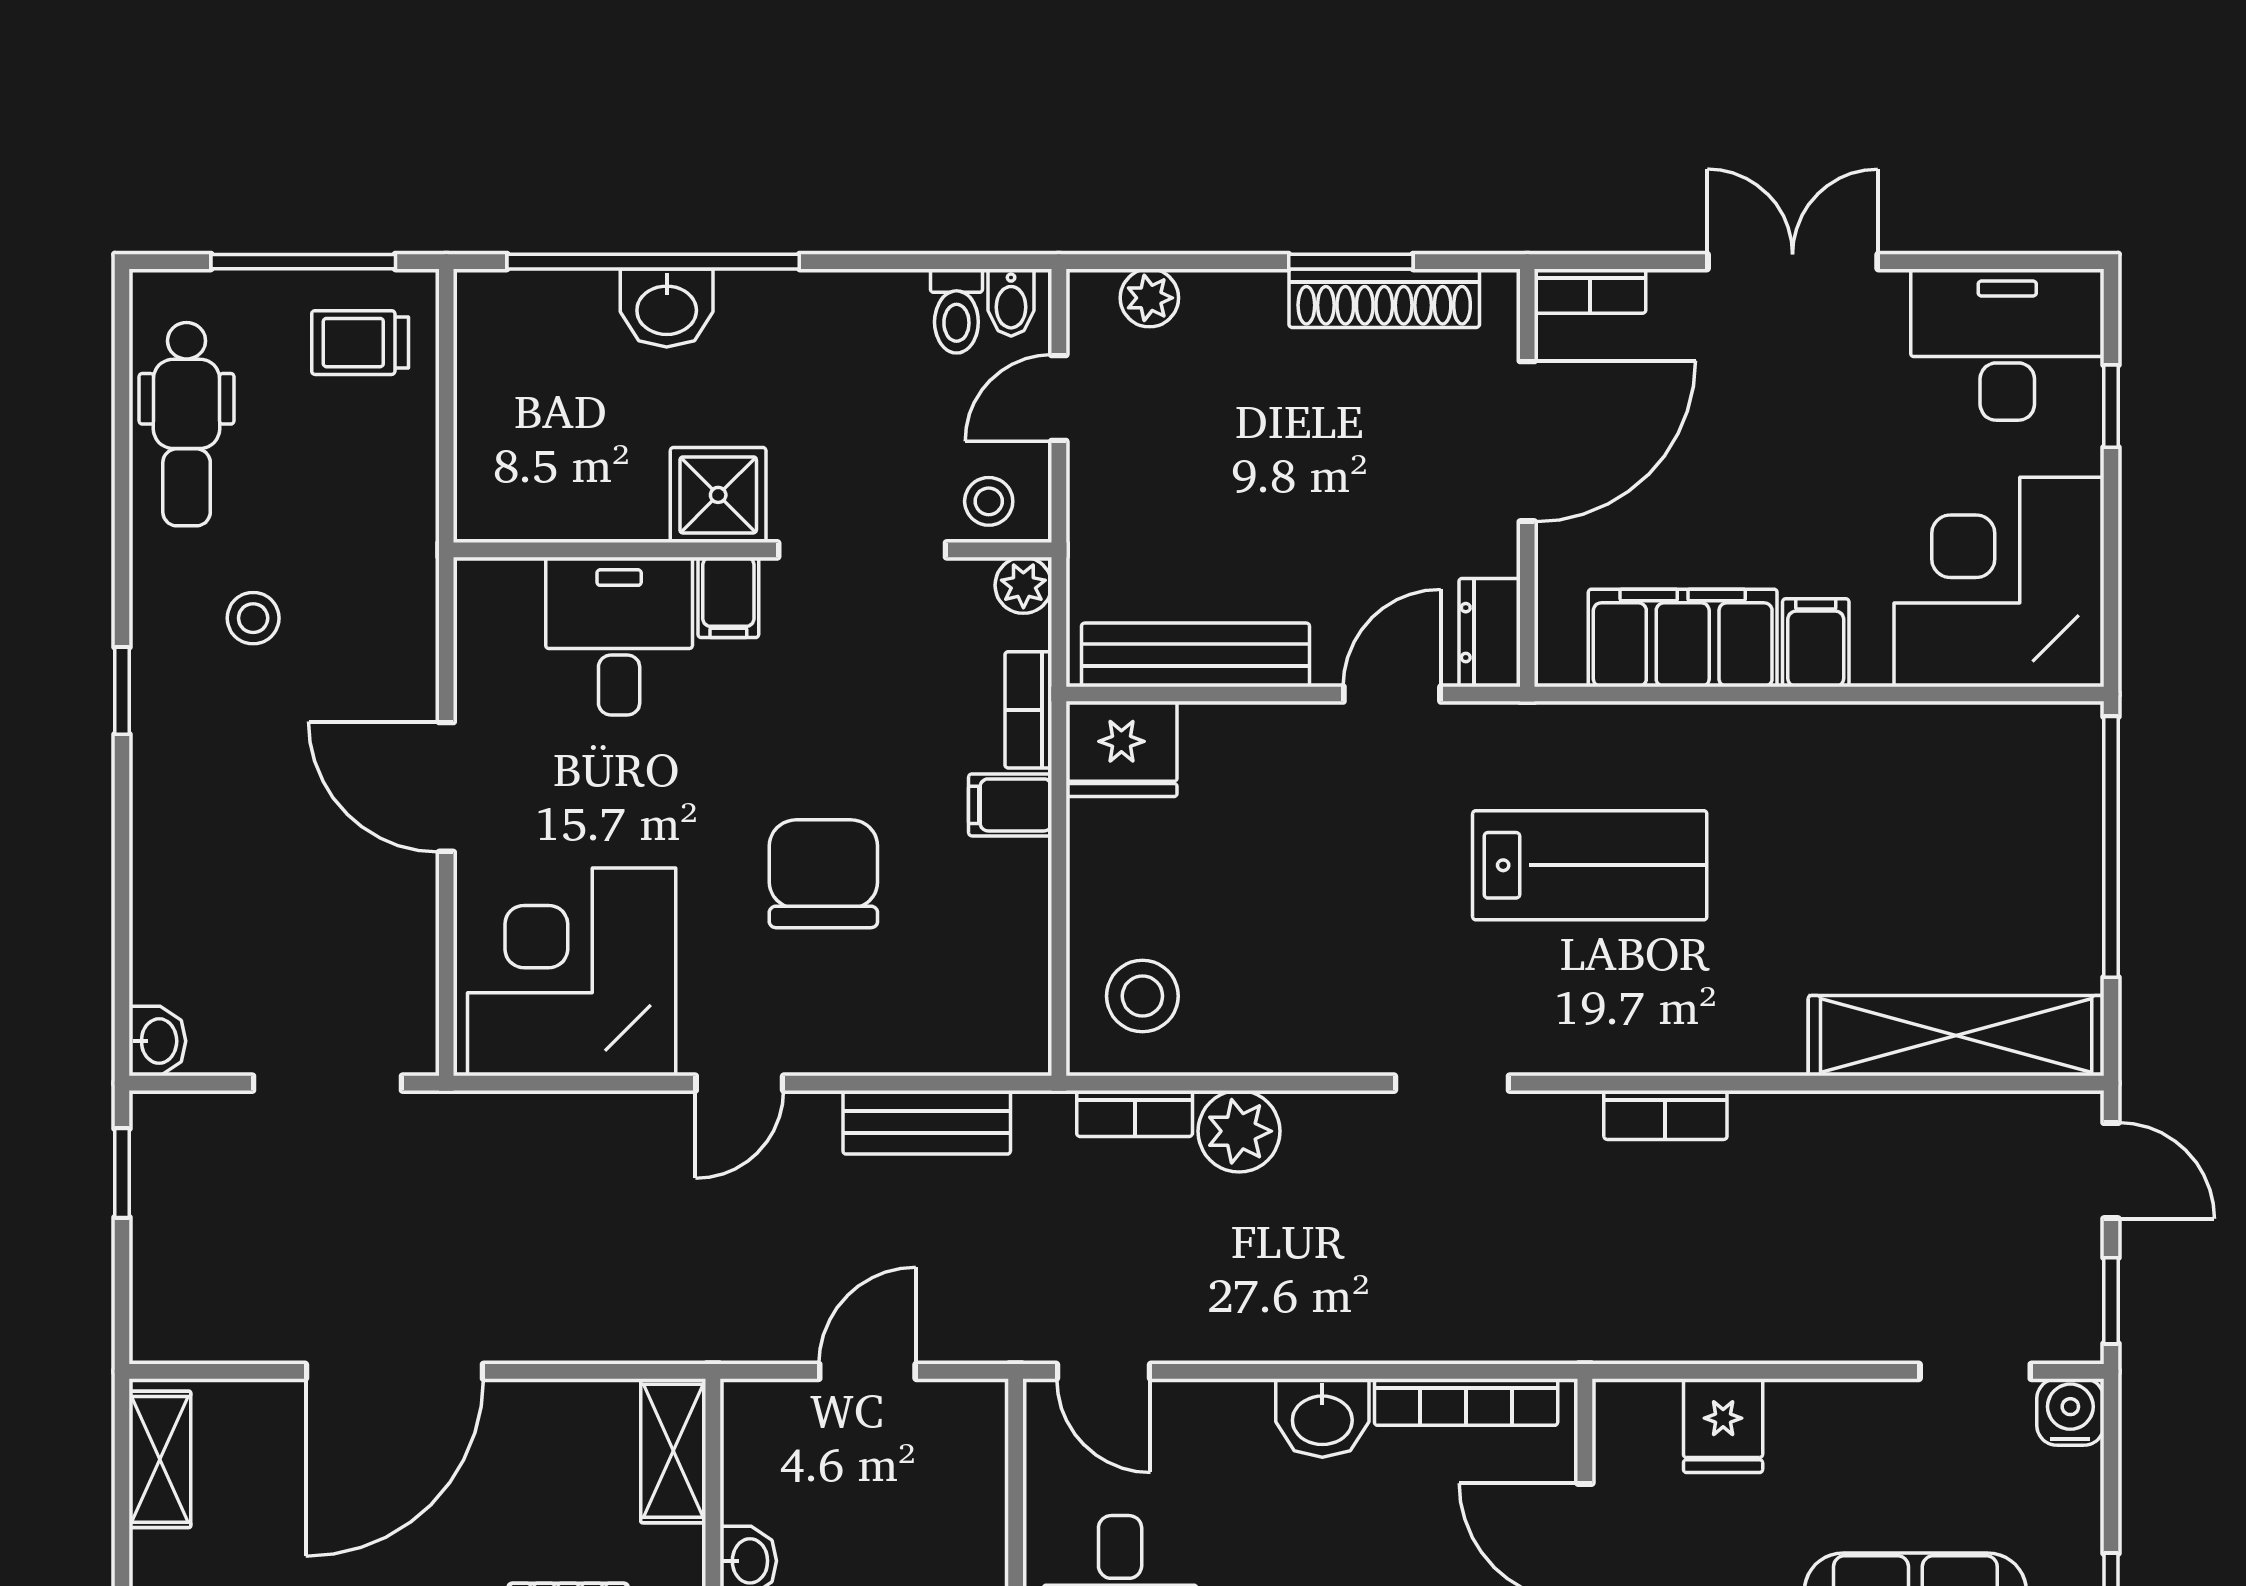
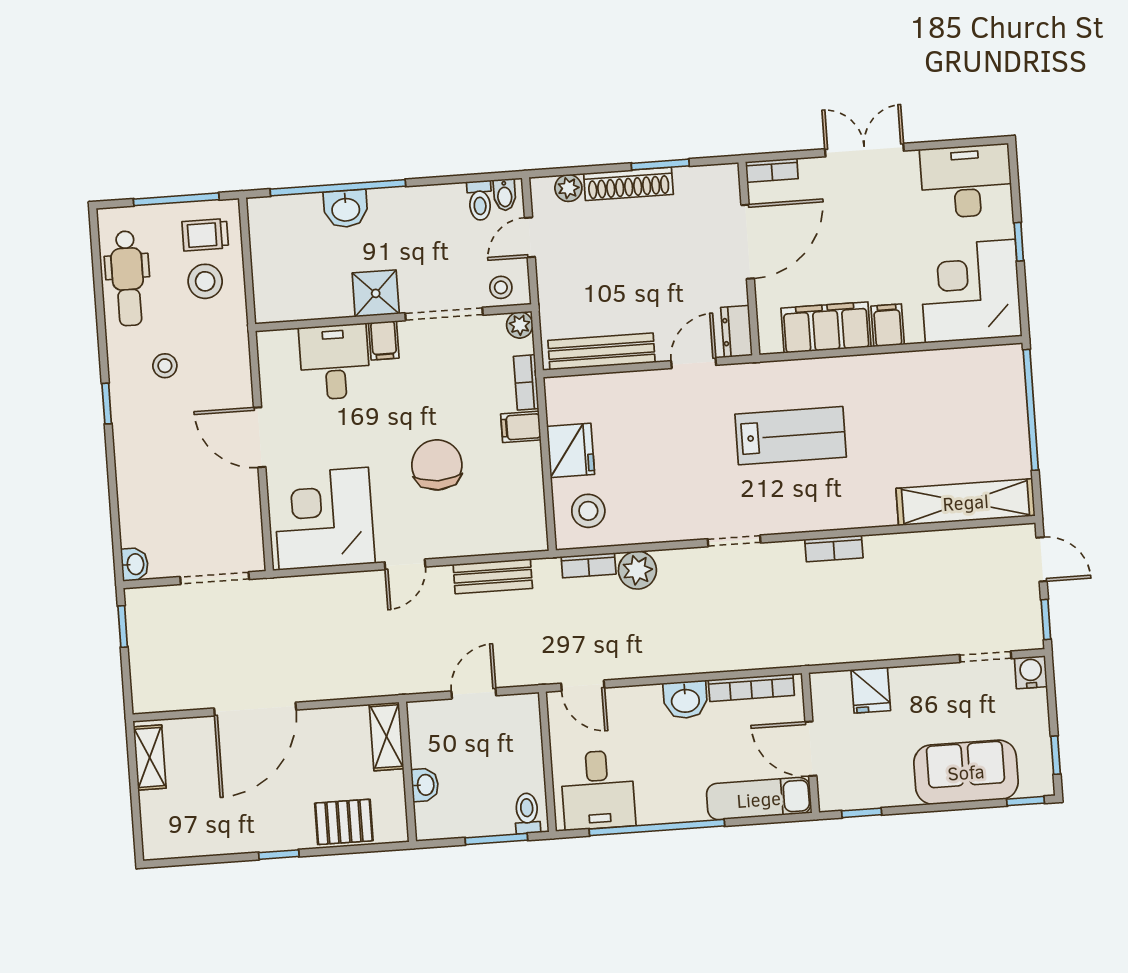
shoe rack: (1384, 298) -> (628, 184), moved
window: (2111, 406) -> (1019, 242), moved
stool: (353, 443) -> (205, 281), added
fridge: (1121, 749) -> (571, 450), moved, turned -90

